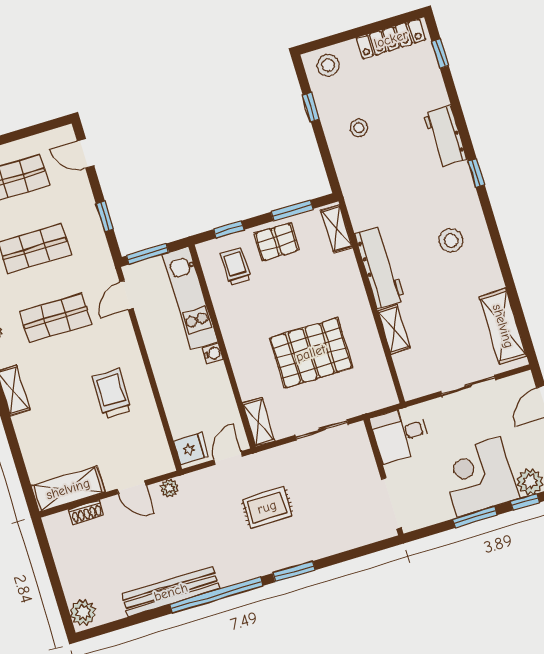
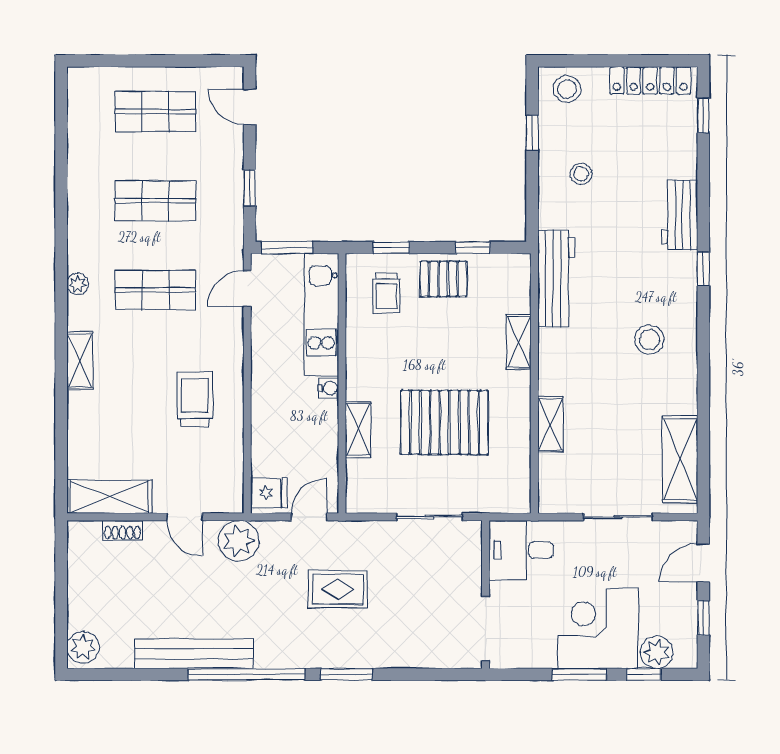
window: (292, 210) -> (473, 248), width x0.67
shelving: (336, 229) -> (519, 342), moved
trolley: (236, 266) -> (386, 293), turned 180
workbench: (380, 267) -> (556, 279), moved
shelving: (259, 422) -> (358, 430), moved
plant: (169, 488) -> (239, 541), width x1.87, depth x1.87

